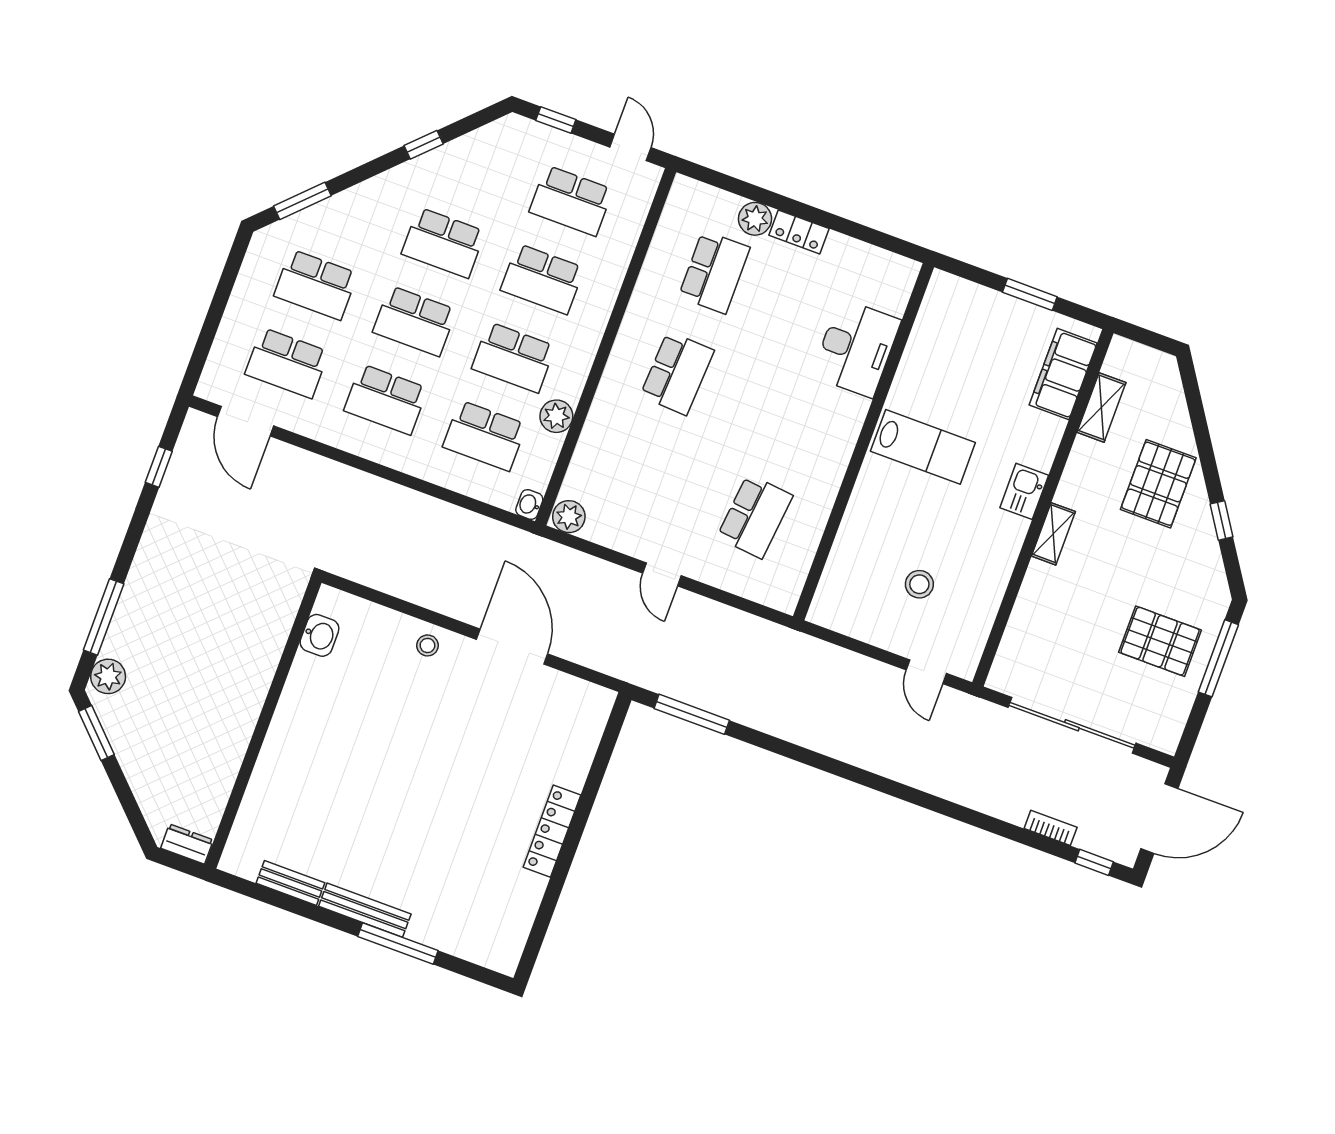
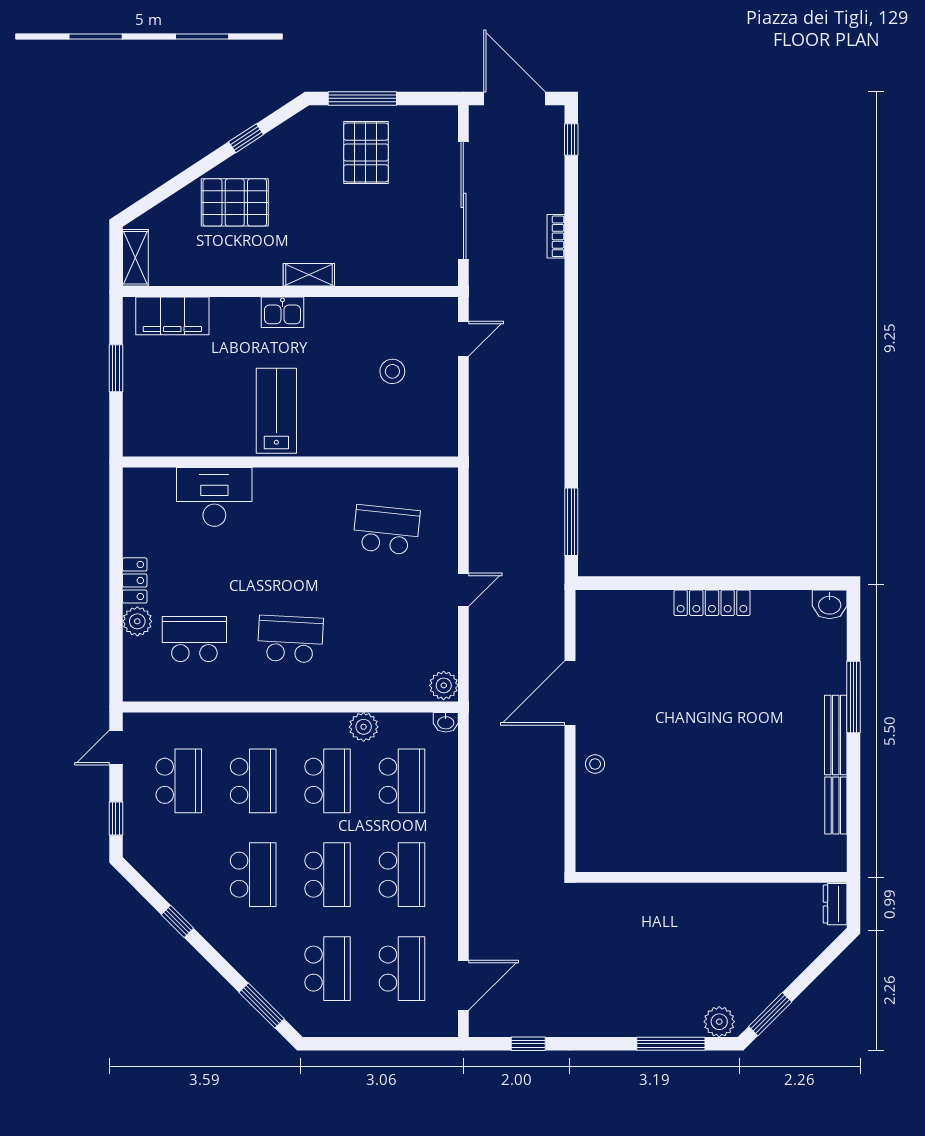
shelving: (1101, 407) -> (135, 258), moved, turned 90
washbasin: (319, 635) -> (830, 604), moved, turned 180
bookcase: (1051, 828) -> (556, 236), moved

